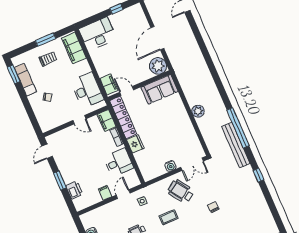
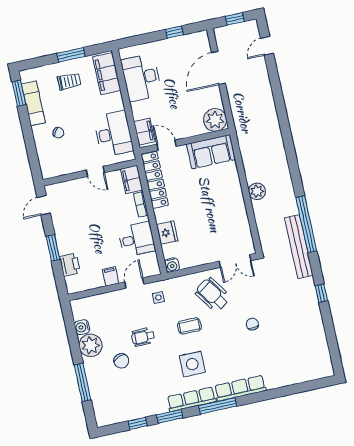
desk: (98, 34) -> (141, 78), moved, turned -90
door: (157, 38) -> (218, 68), moved
fridge: (135, 144) -> (167, 233), moved
water cooler: (170, 166) -> (172, 265), moved

